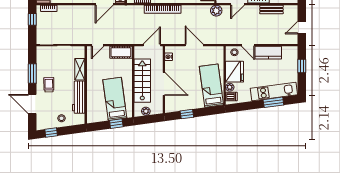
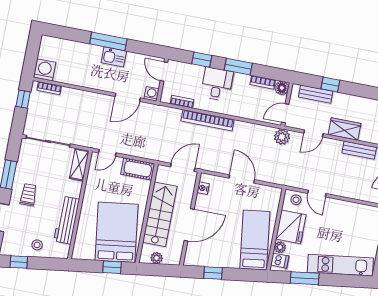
kitchen counter: (268, 53) -> (343, 210), removed
shelving: (80, 69) -> (79, 165), moved
door: (164, 84) -> (189, 225), hinge flipped
bed: (115, 99) -> (117, 232), width x1.50
window: (273, 102) -> (305, 278), moved

